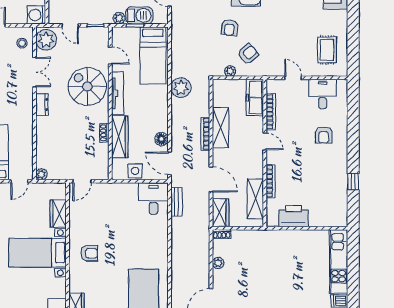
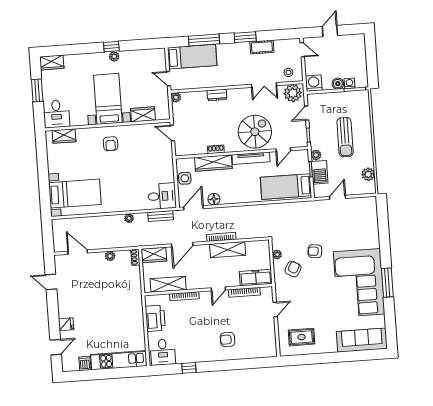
armchair: (248, 54) -> (293, 269), turned -111
plant: (181, 88) -> (129, 218), moved, width x0.53, depth x0.53
desk: (323, 94) -> (163, 352), moved, turned 90
dresser: (42, 105) -> (217, 95), moved

